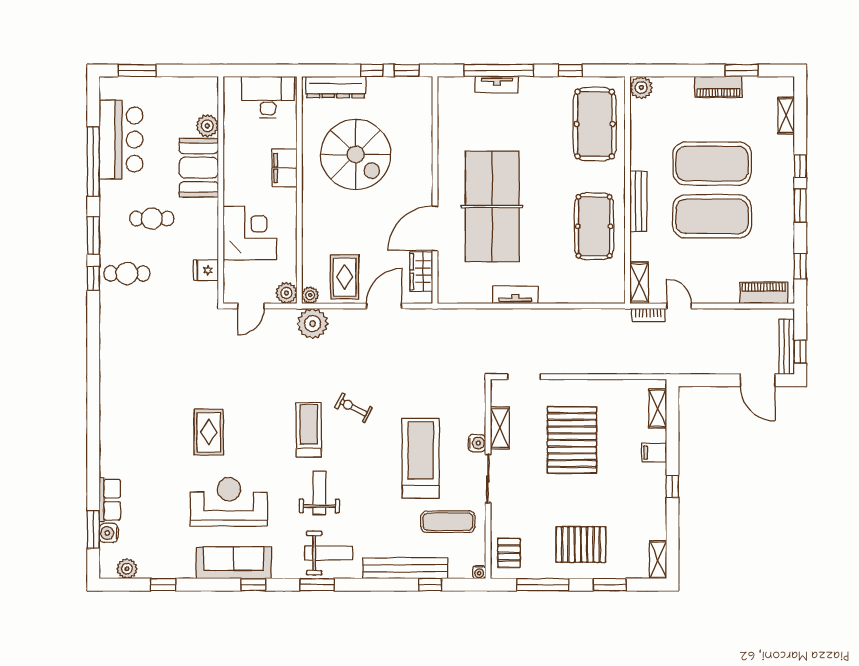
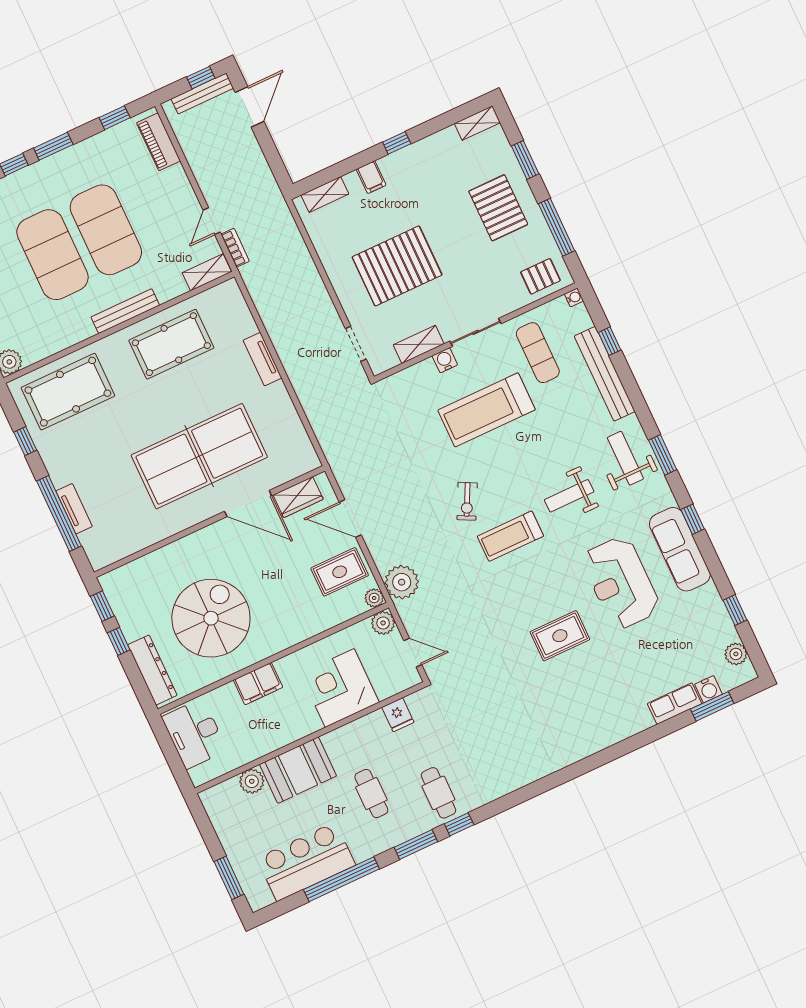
tv unit: (516, 295) -> (262, 359), moved

